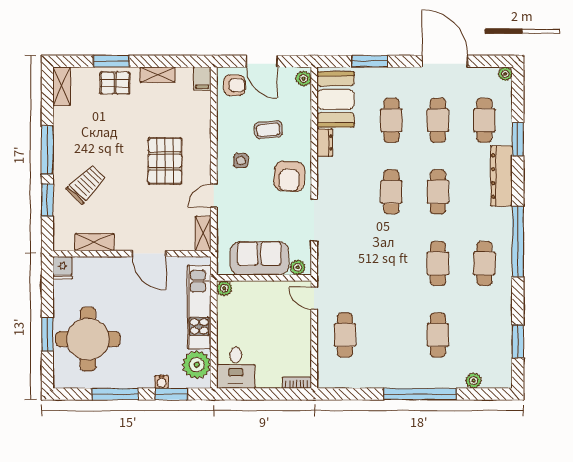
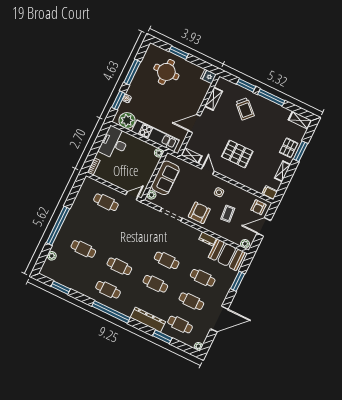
armchair: (289, 176) -> (199, 213), turned 86
round table: (88, 339) -> (166, 72), width x0.73, depth x0.73
desk: (236, 368) -> (114, 143), width x1.37

